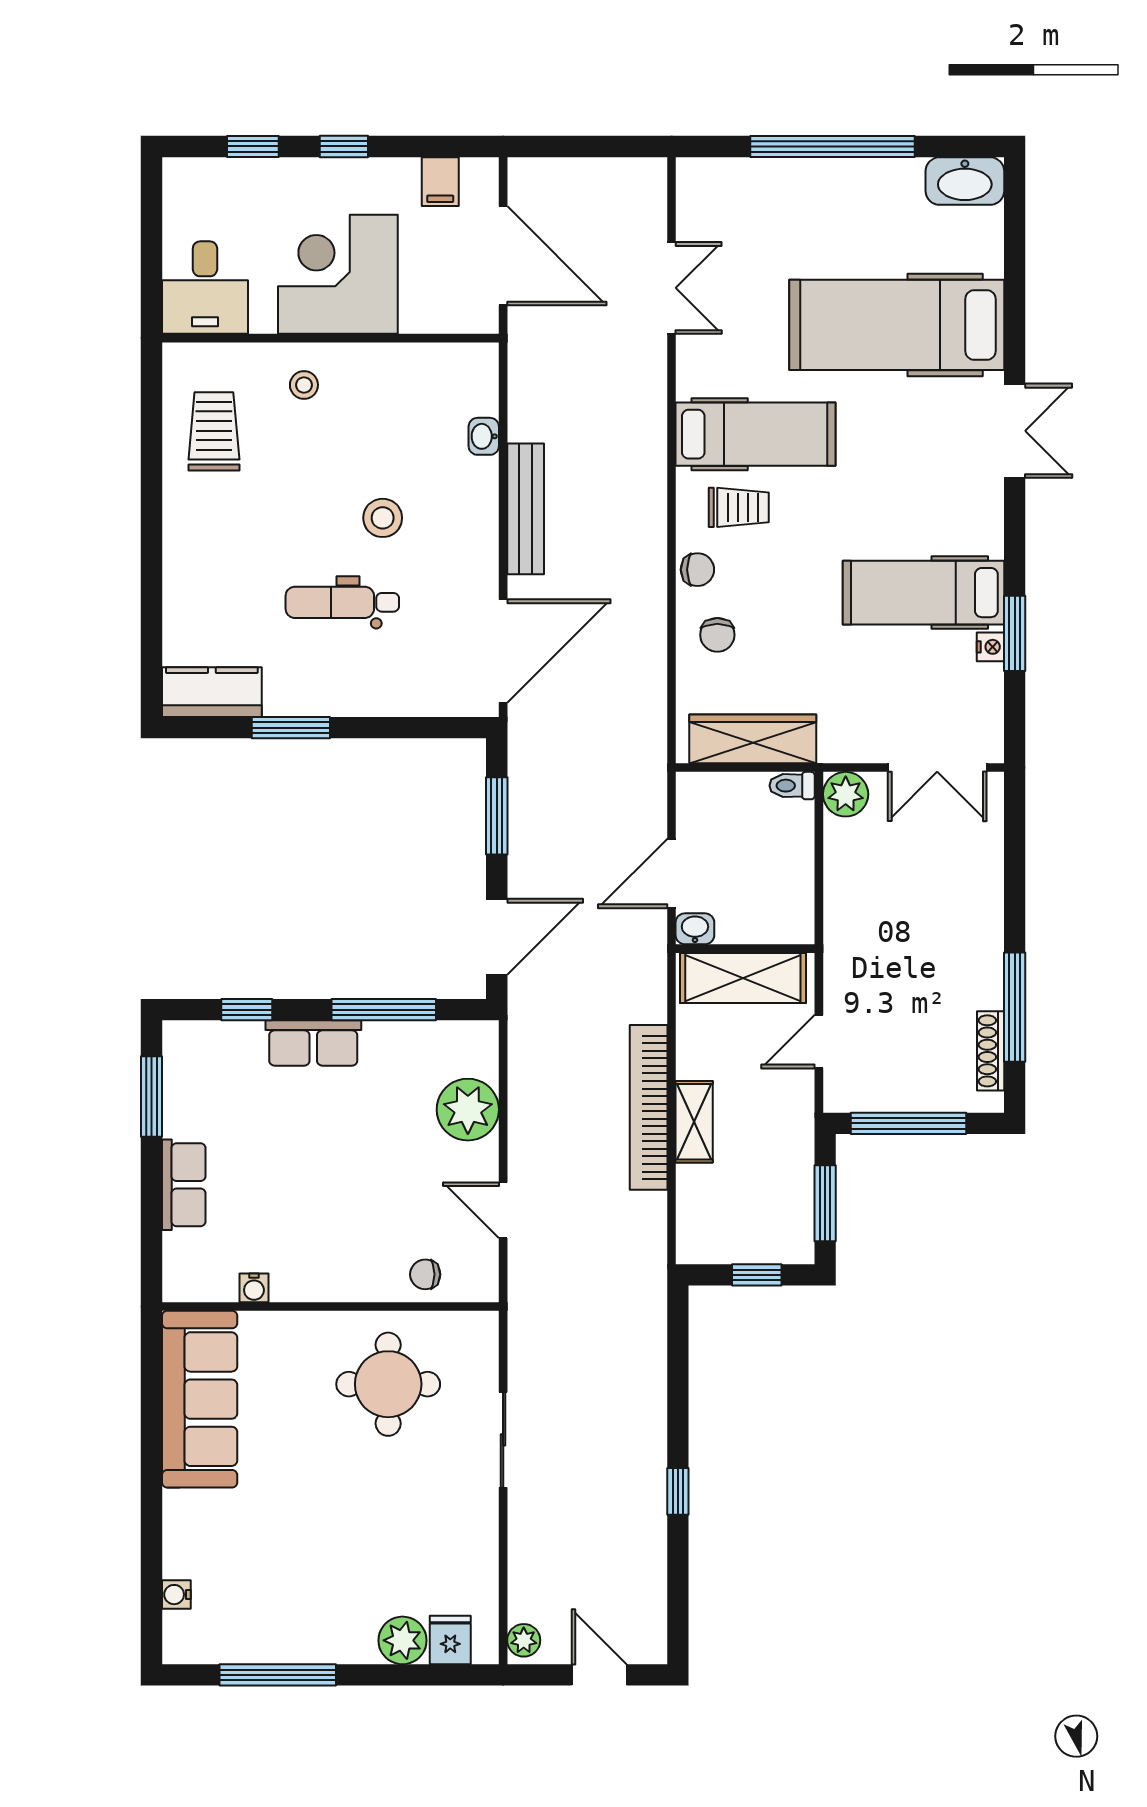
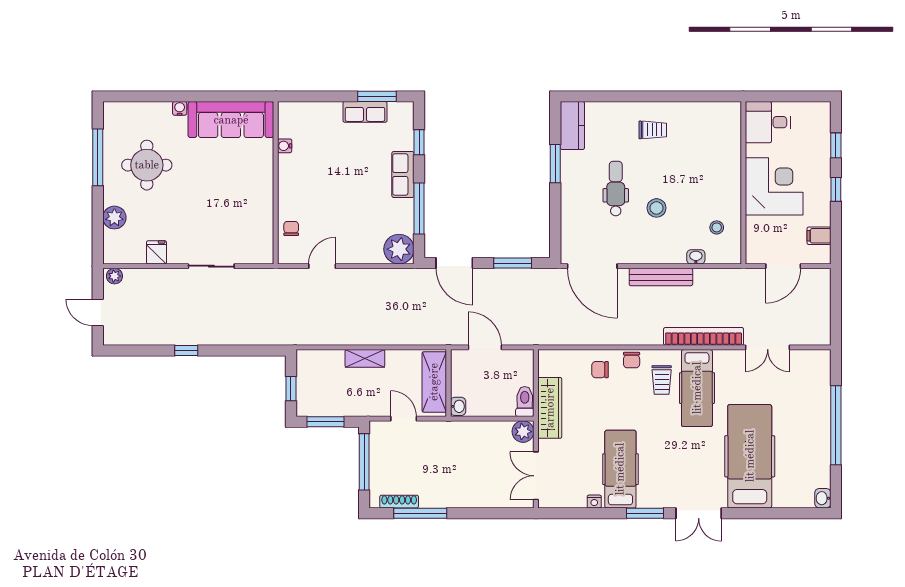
washbasin: (965, 181) -> (823, 498), width x0.52, depth x0.69
door: (503, 256) -> (783, 266), width x0.73
stool: (304, 385) -> (717, 227), moved
trolley: (214, 431) -> (653, 130), moved, width x0.73, depth x0.72
window: (1015, 633) -> (645, 513), moved
wardrobe: (753, 739) -> (550, 408), moved
toilet: (792, 786) -> (525, 402), width x1.37, depth x1.39
washbasin: (695, 929) -> (458, 406), moved
bookcase: (649, 1107) -> (704, 336), moved
plant: (468, 1110) -> (399, 249), moved
row of seats: (184, 1185) -> (365, 112), moved
round table: (388, 1384) -> (147, 165), moved
water cooler: (176, 1595) -> (180, 108), moved
fridge: (450, 1640) -> (156, 252), moved, turned -90
door: (599, 1675) -> (98, 312), swing flipped

